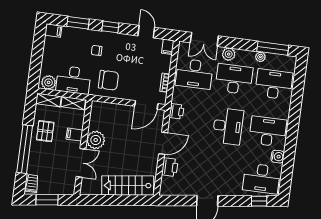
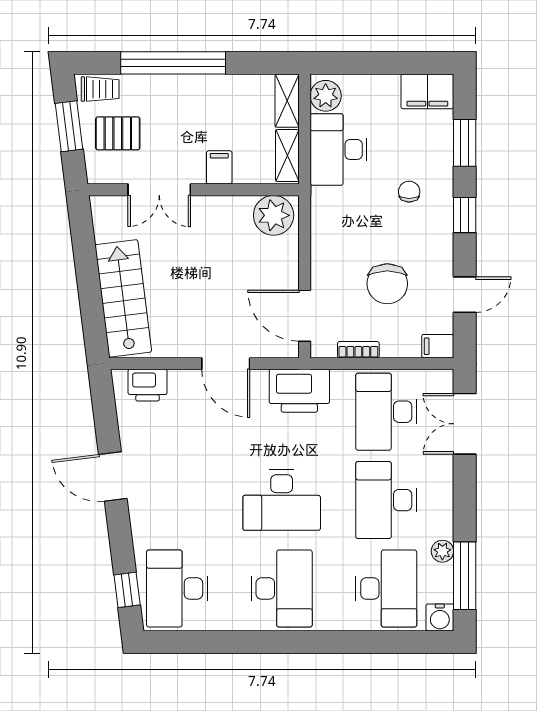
filing cabinet: (53, 30) -> (427, 91), width x2.00
plant: (229, 54) -> (439, 481), removed
desk: (234, 79) -> (386, 500), turned 180
chair: (108, 80) -> (387, 284), moved
printer: (177, 111) -> (299, 391), width x1.87, depth x1.48
pallet: (45, 131) -> (118, 133), moved
plant: (96, 140) -> (274, 215), moved
water cooler: (278, 157) -> (440, 617), moved
printer: (170, 167) -> (148, 385), moved

